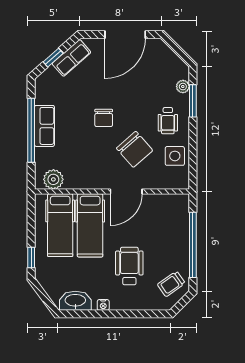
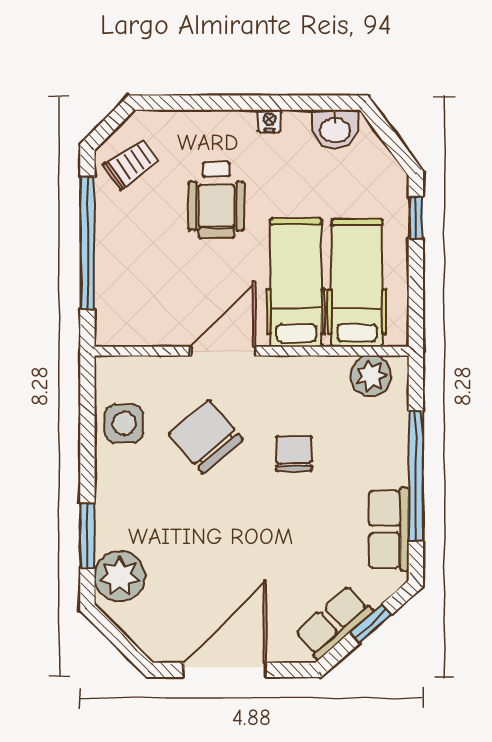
plant: (183, 87) -> (120, 576), width x1.87, depth x1.87
chair: (104, 118) -> (294, 453), moved
wheelchair: (168, 121) -> (138, 495), removed
row of seats: (44, 126) -> (389, 529), moved
washbasin: (75, 301) -> (335, 129), width x0.72

